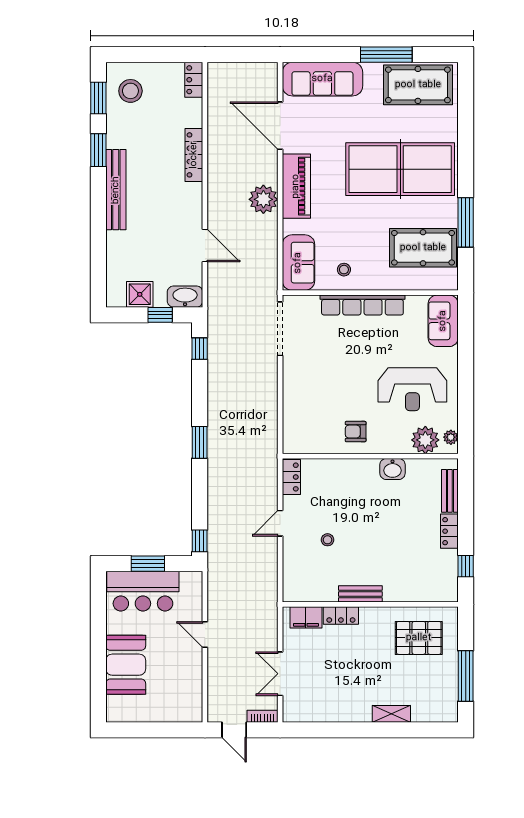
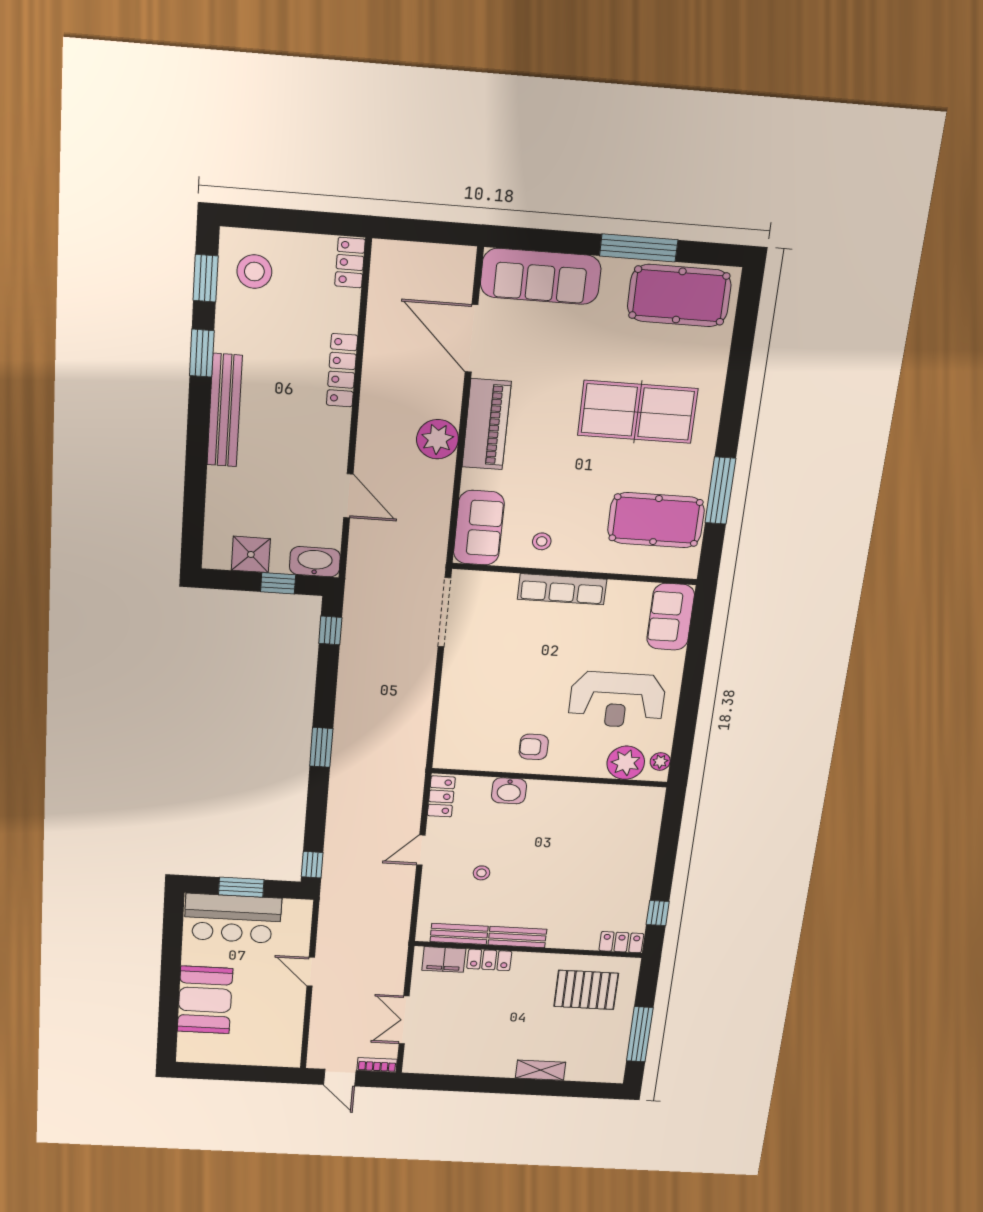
table tennis table: (400, 169) -> (638, 412), width x0.73, depth x0.76
row of seats: (362, 305) -> (562, 589), width x0.73
washbasin: (392, 469) -> (509, 791), moved
bench: (450, 491) -> (459, 934), moved, turned 90
locker: (449, 531) -> (621, 942), moved, turned 90

